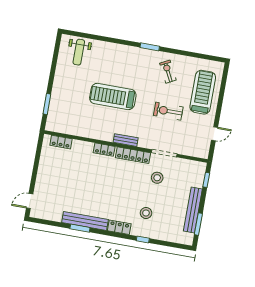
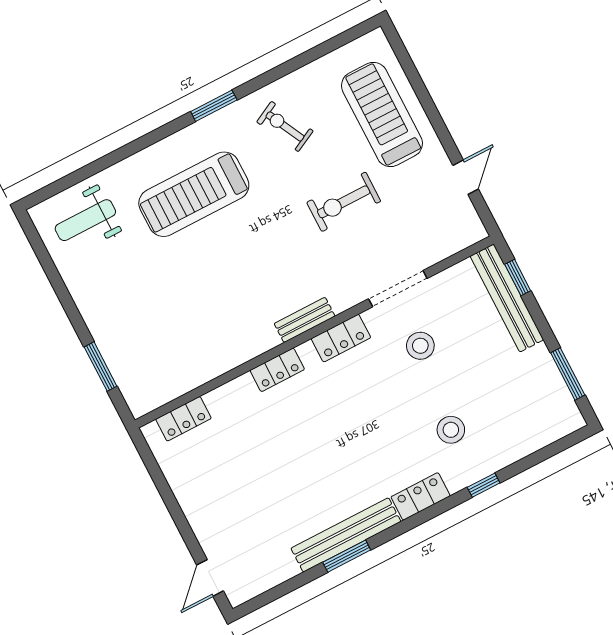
weight bench: (79, 52) -> (85, 220), turned 90
treadmill: (113, 97) -> (194, 194), moved
locker: (133, 155) -> (341, 338), width x0.66
bench: (193, 210) -> (507, 298), moved

